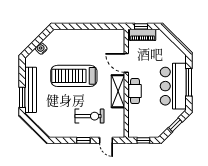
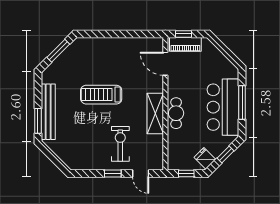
window: (39, 40) -> (58, 51), added
water cooler: (41, 49) -> (61, 61), removed
door: (126, 63) -> (165, 64), moved
treadmill: (74, 76) -> (101, 95), width x0.73, depth x0.73
exercise bike: (89, 116) -> (120, 144), turned -90
fridge: (159, 128) -> (205, 158), added

